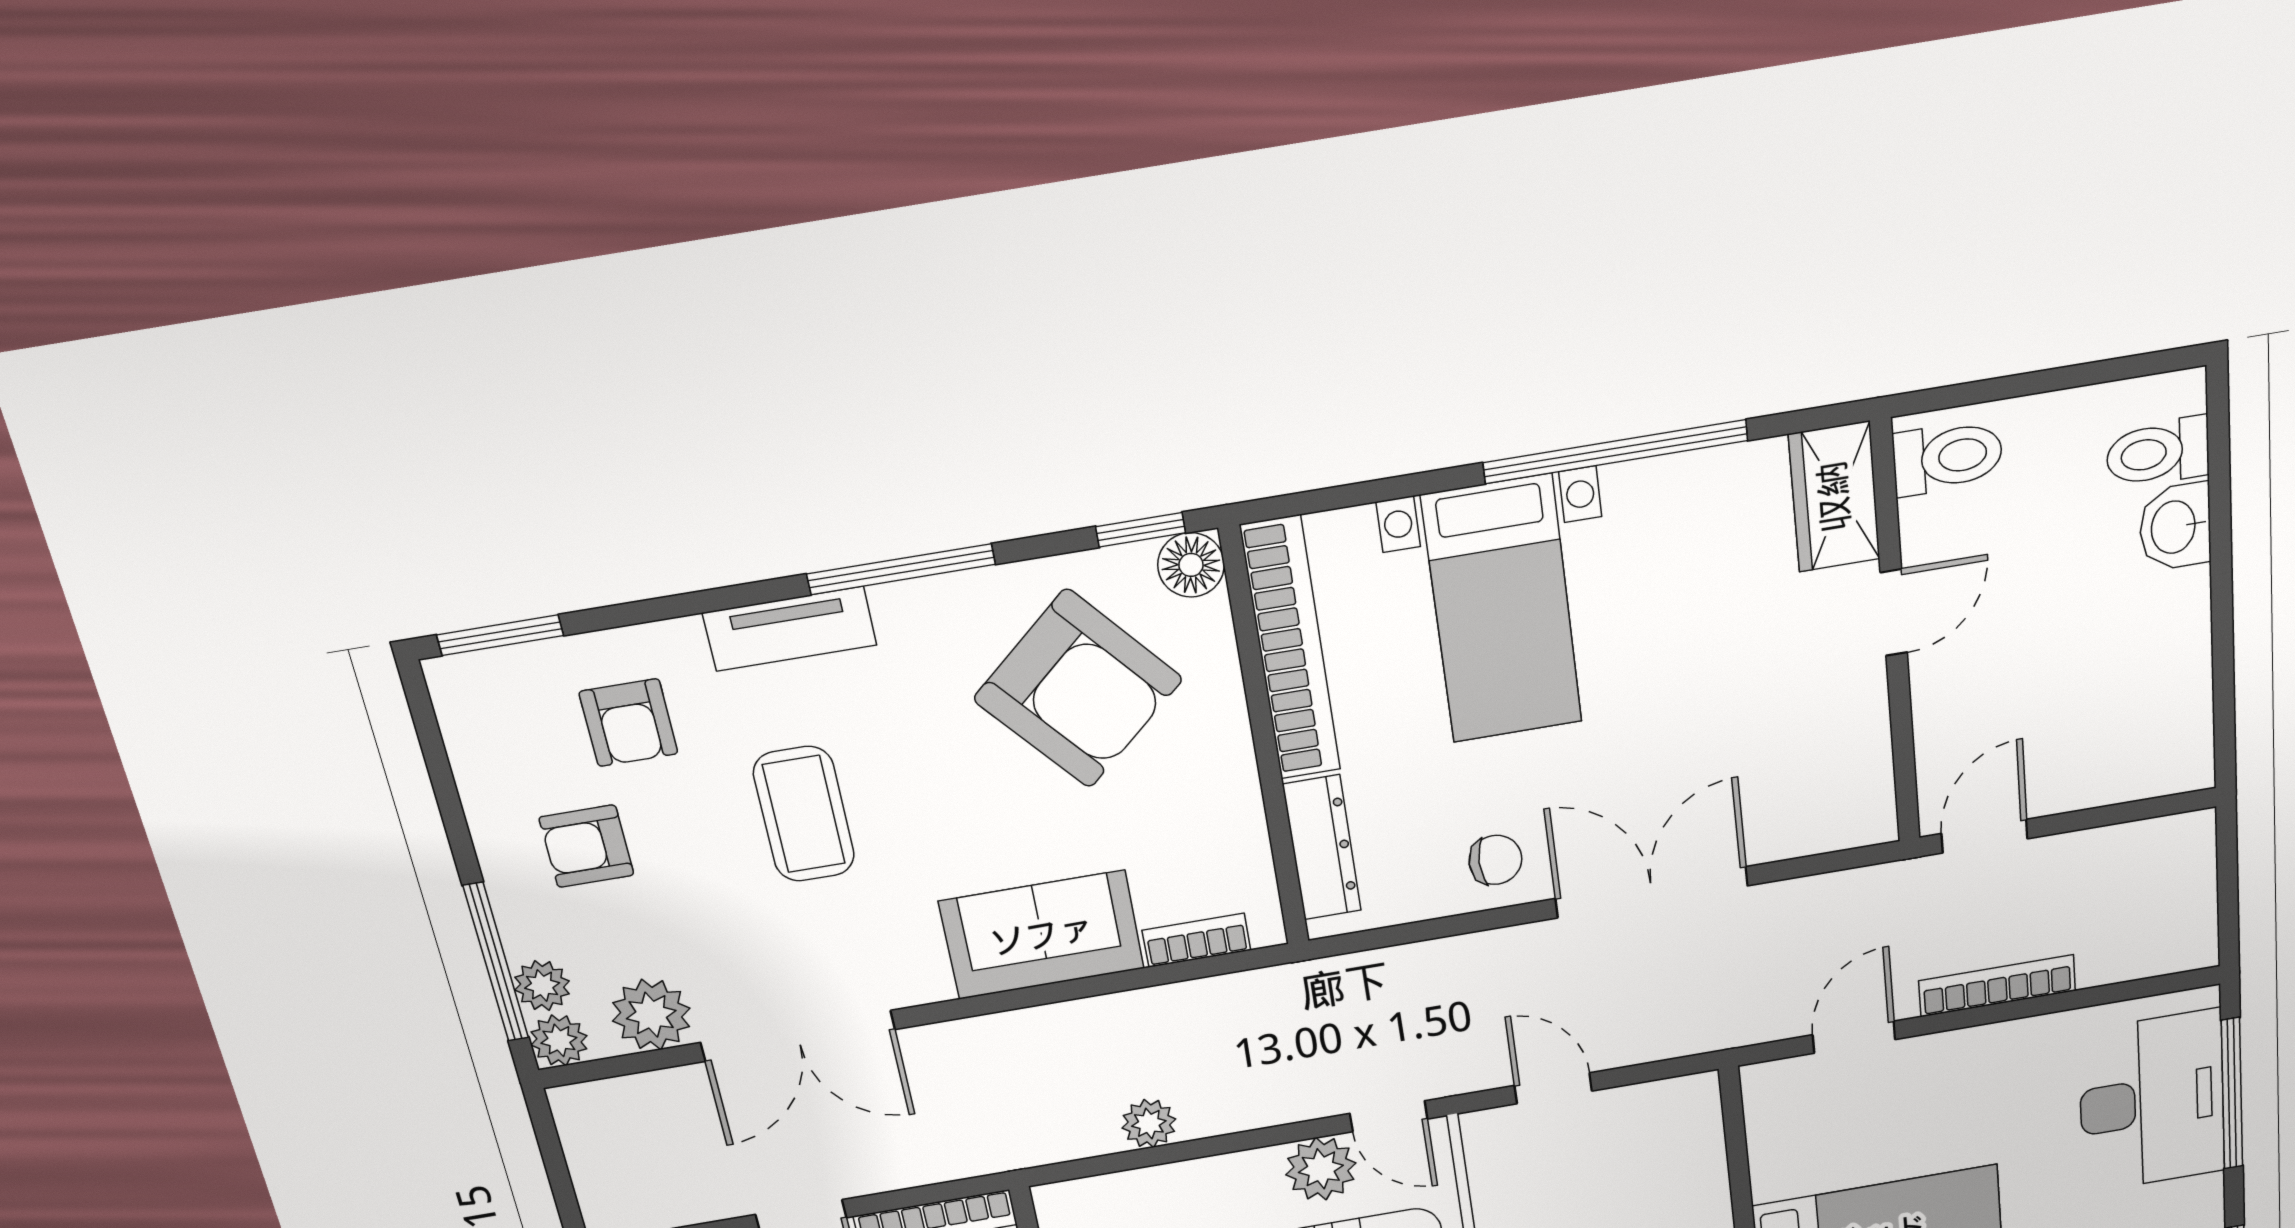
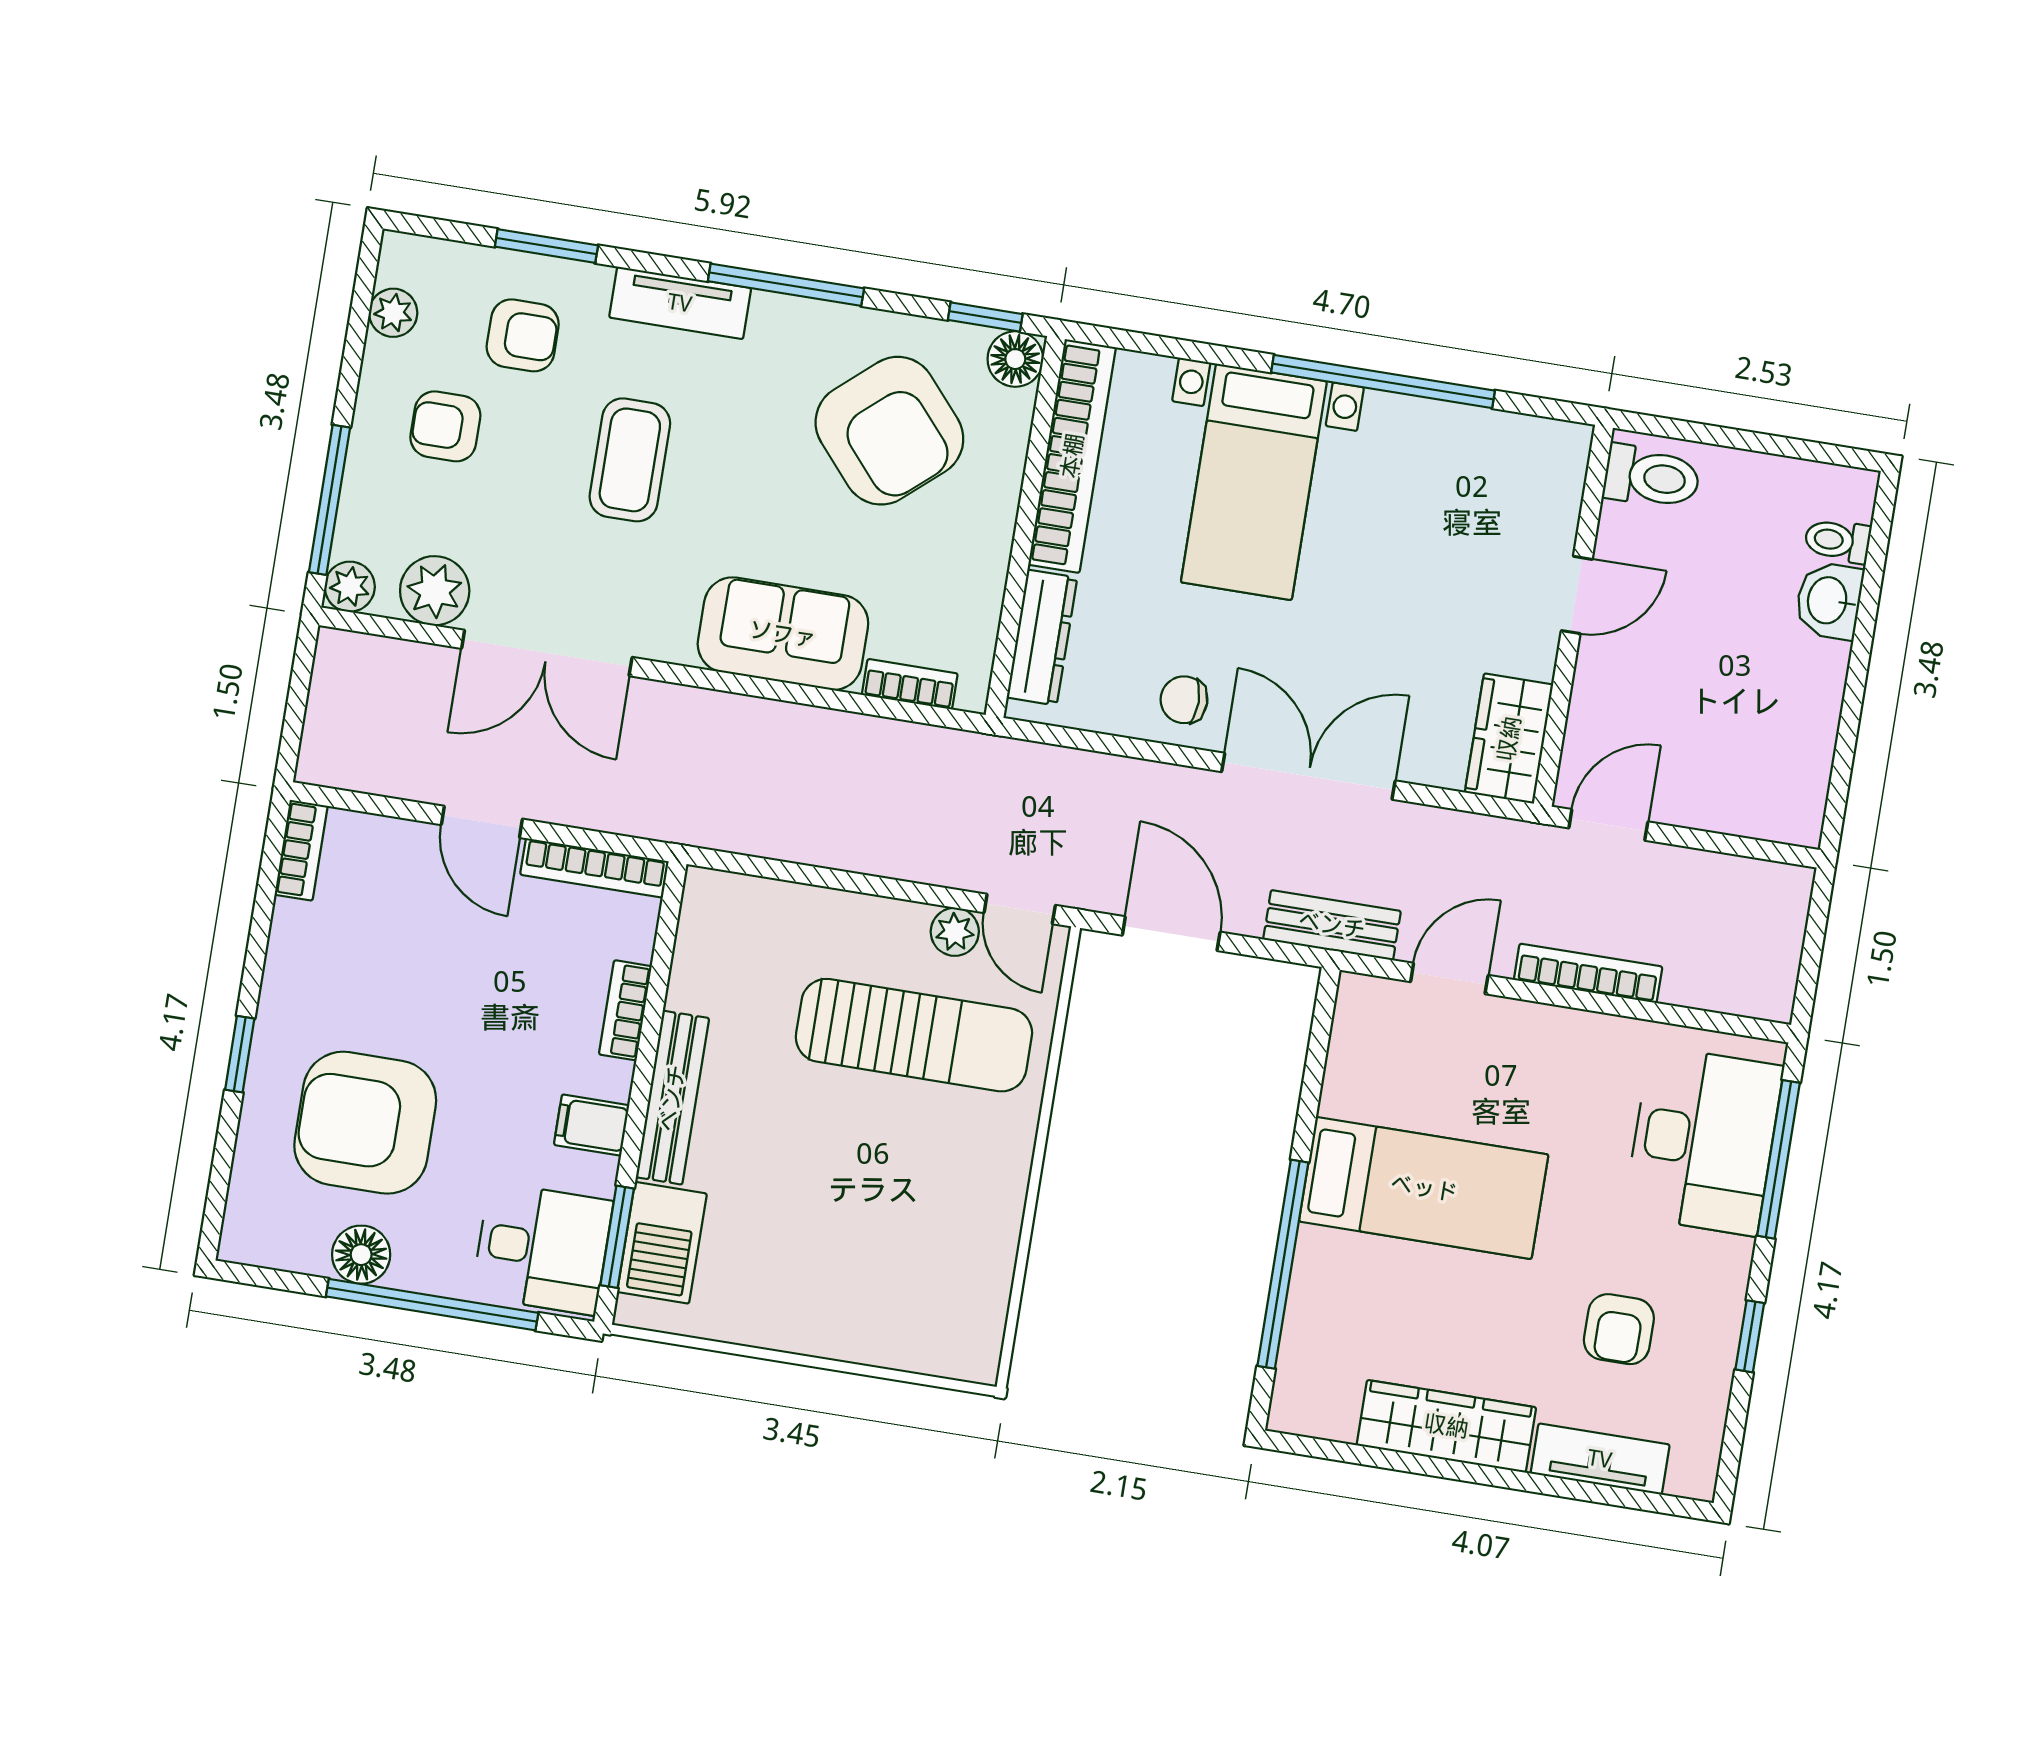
toilet: (2158, 452) -> (1838, 541), width x0.73, depth x0.72
wardrobe: (1834, 497) -> (1509, 739), moved
window: (500, 635) -> (546, 246), moved
armchair: (629, 723) -> (523, 335), turned -90
chair: (1495, 860) -> (1184, 700), turned 180
plant: (542, 986) -> (393, 313), moved
bench: (1718, 1027) -> (1332, 925), added
door: (1553, 1088) -> (1171, 934), width x1.37
plant: (1149, 1123) -> (811, 841), removed
plant: (1321, 1169) -> (955, 932), width x0.73, depth x0.73

